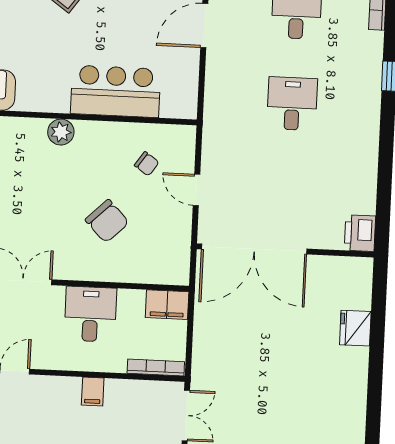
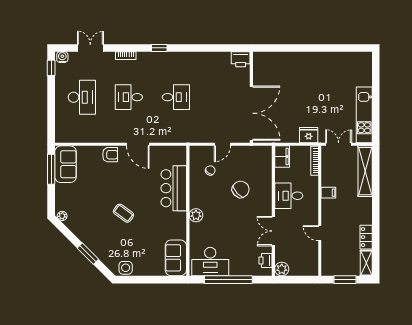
desk: (292, 104) -> (176, 97), turned 180
fridge: (355, 328) -> (309, 135), moved, turned 180

